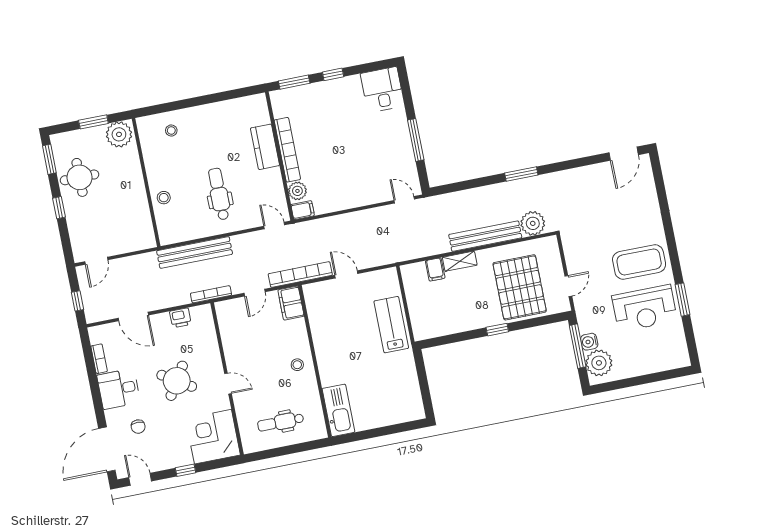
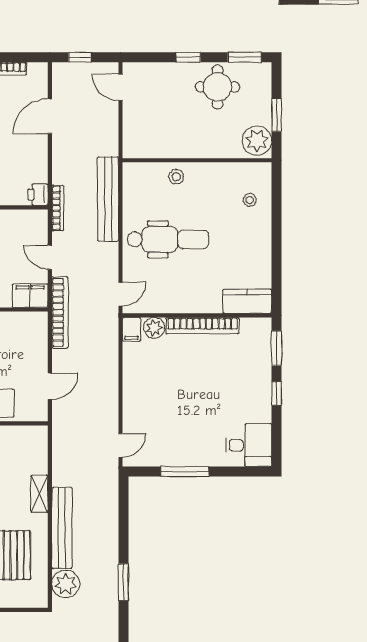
kitchen counter: (265, 147) -> (247, 301), moved
dental chair: (219, 194) -> (168, 239), width x1.36, depth x1.38
filing cabinet: (435, 269) -> (36, 465), removed
door: (346, 274) -> (50, 386), moved
printer: (180, 318) -> (38, 195), moved

